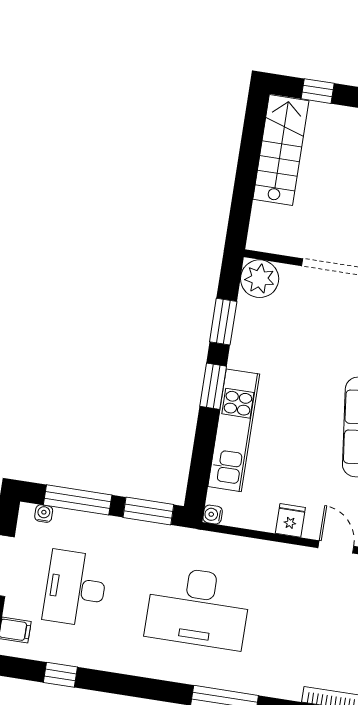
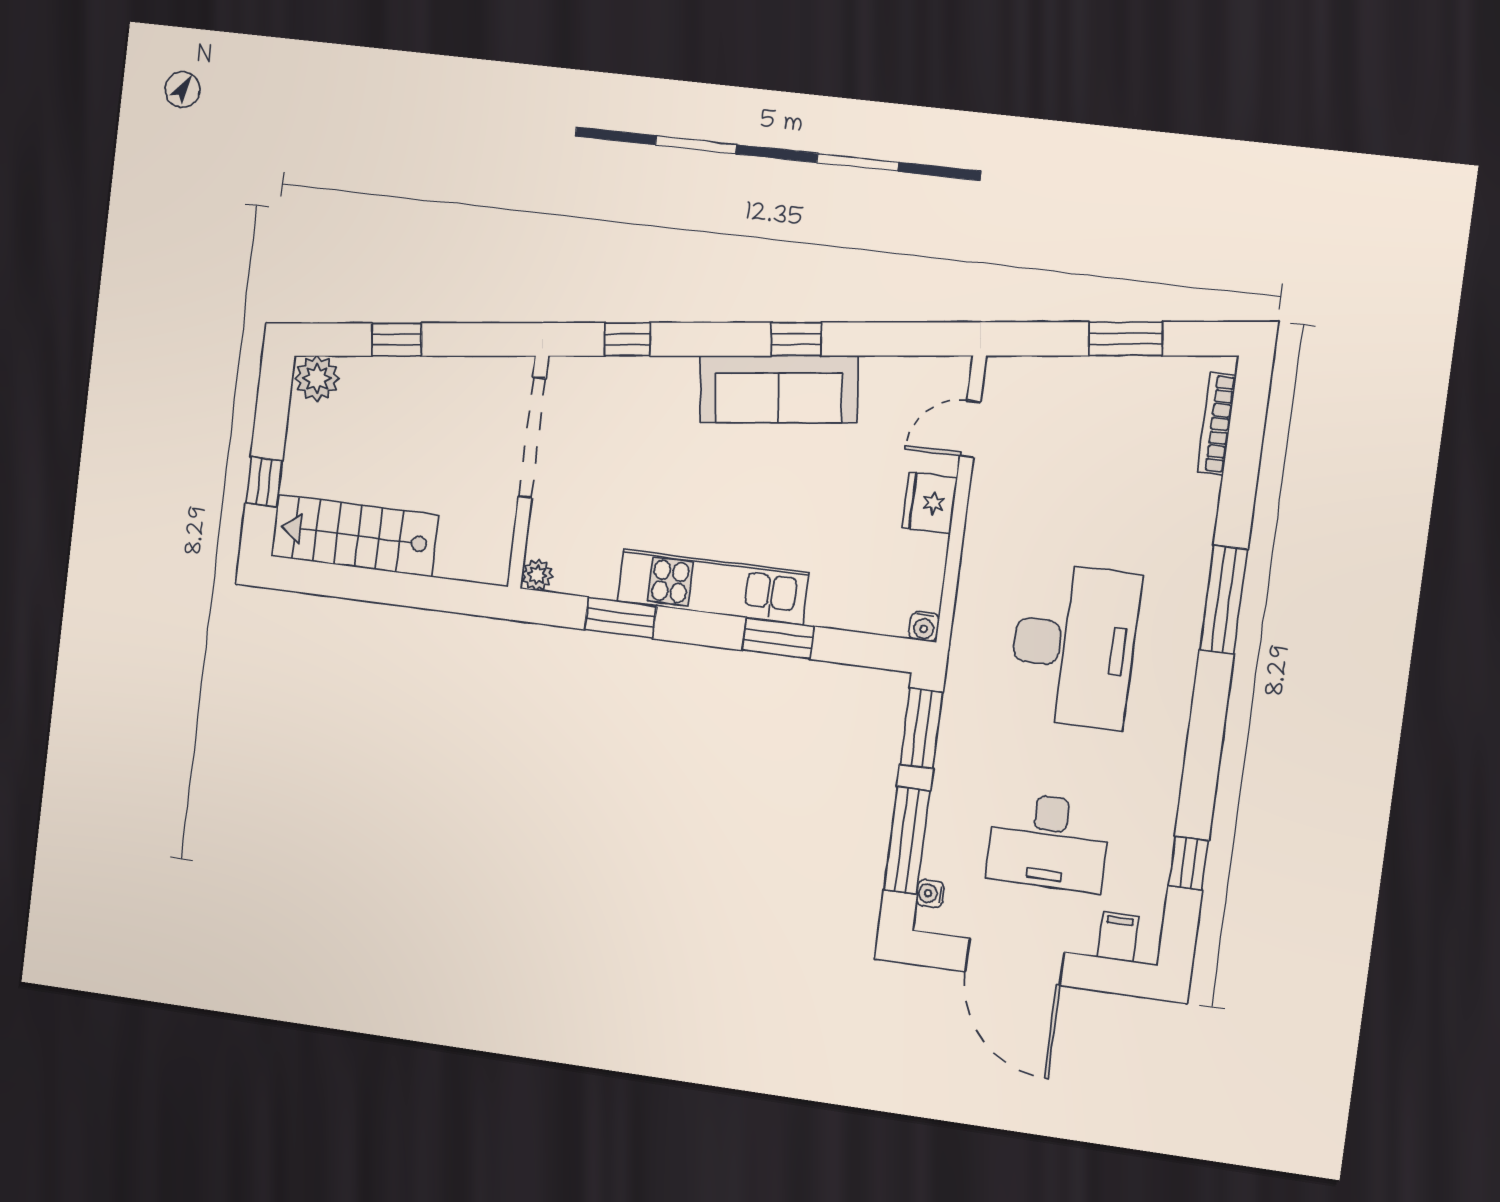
plant: (260, 279) -> (537, 575), width x0.53, depth x0.53
window: (213, 386) -> (778, 638), moved
kitchen unit: (234, 430) -> (713, 587), moved
fridge: (290, 520) -> (930, 503), width x1.38

